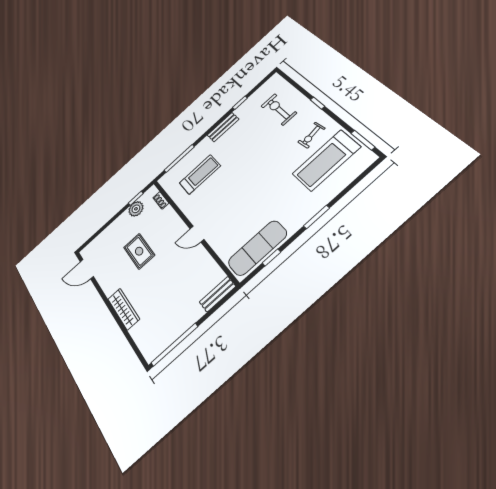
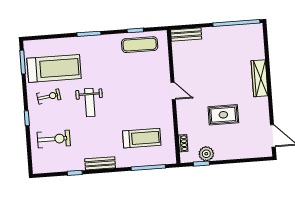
exercise bike: (279, 109) -> (54, 139), turned -90
weight bench: (268, 162) -> (90, 103), added
treadmill: (200, 174) -> (142, 138), turned 180
exercise mat: (257, 248) -> (140, 45), width x0.73, depth x0.69
rug: (139, 251) -> (223, 115), turned 90

